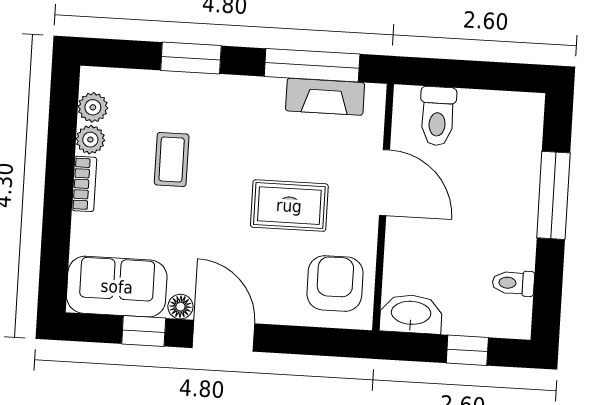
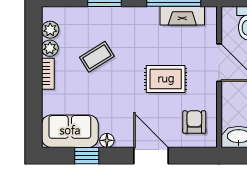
coffee table: (172, 159) -> (97, 57), turned 58
armchair: (335, 283) -> (194, 122), width x0.72, depth x0.72
door: (224, 336) -> (151, 156), moved

